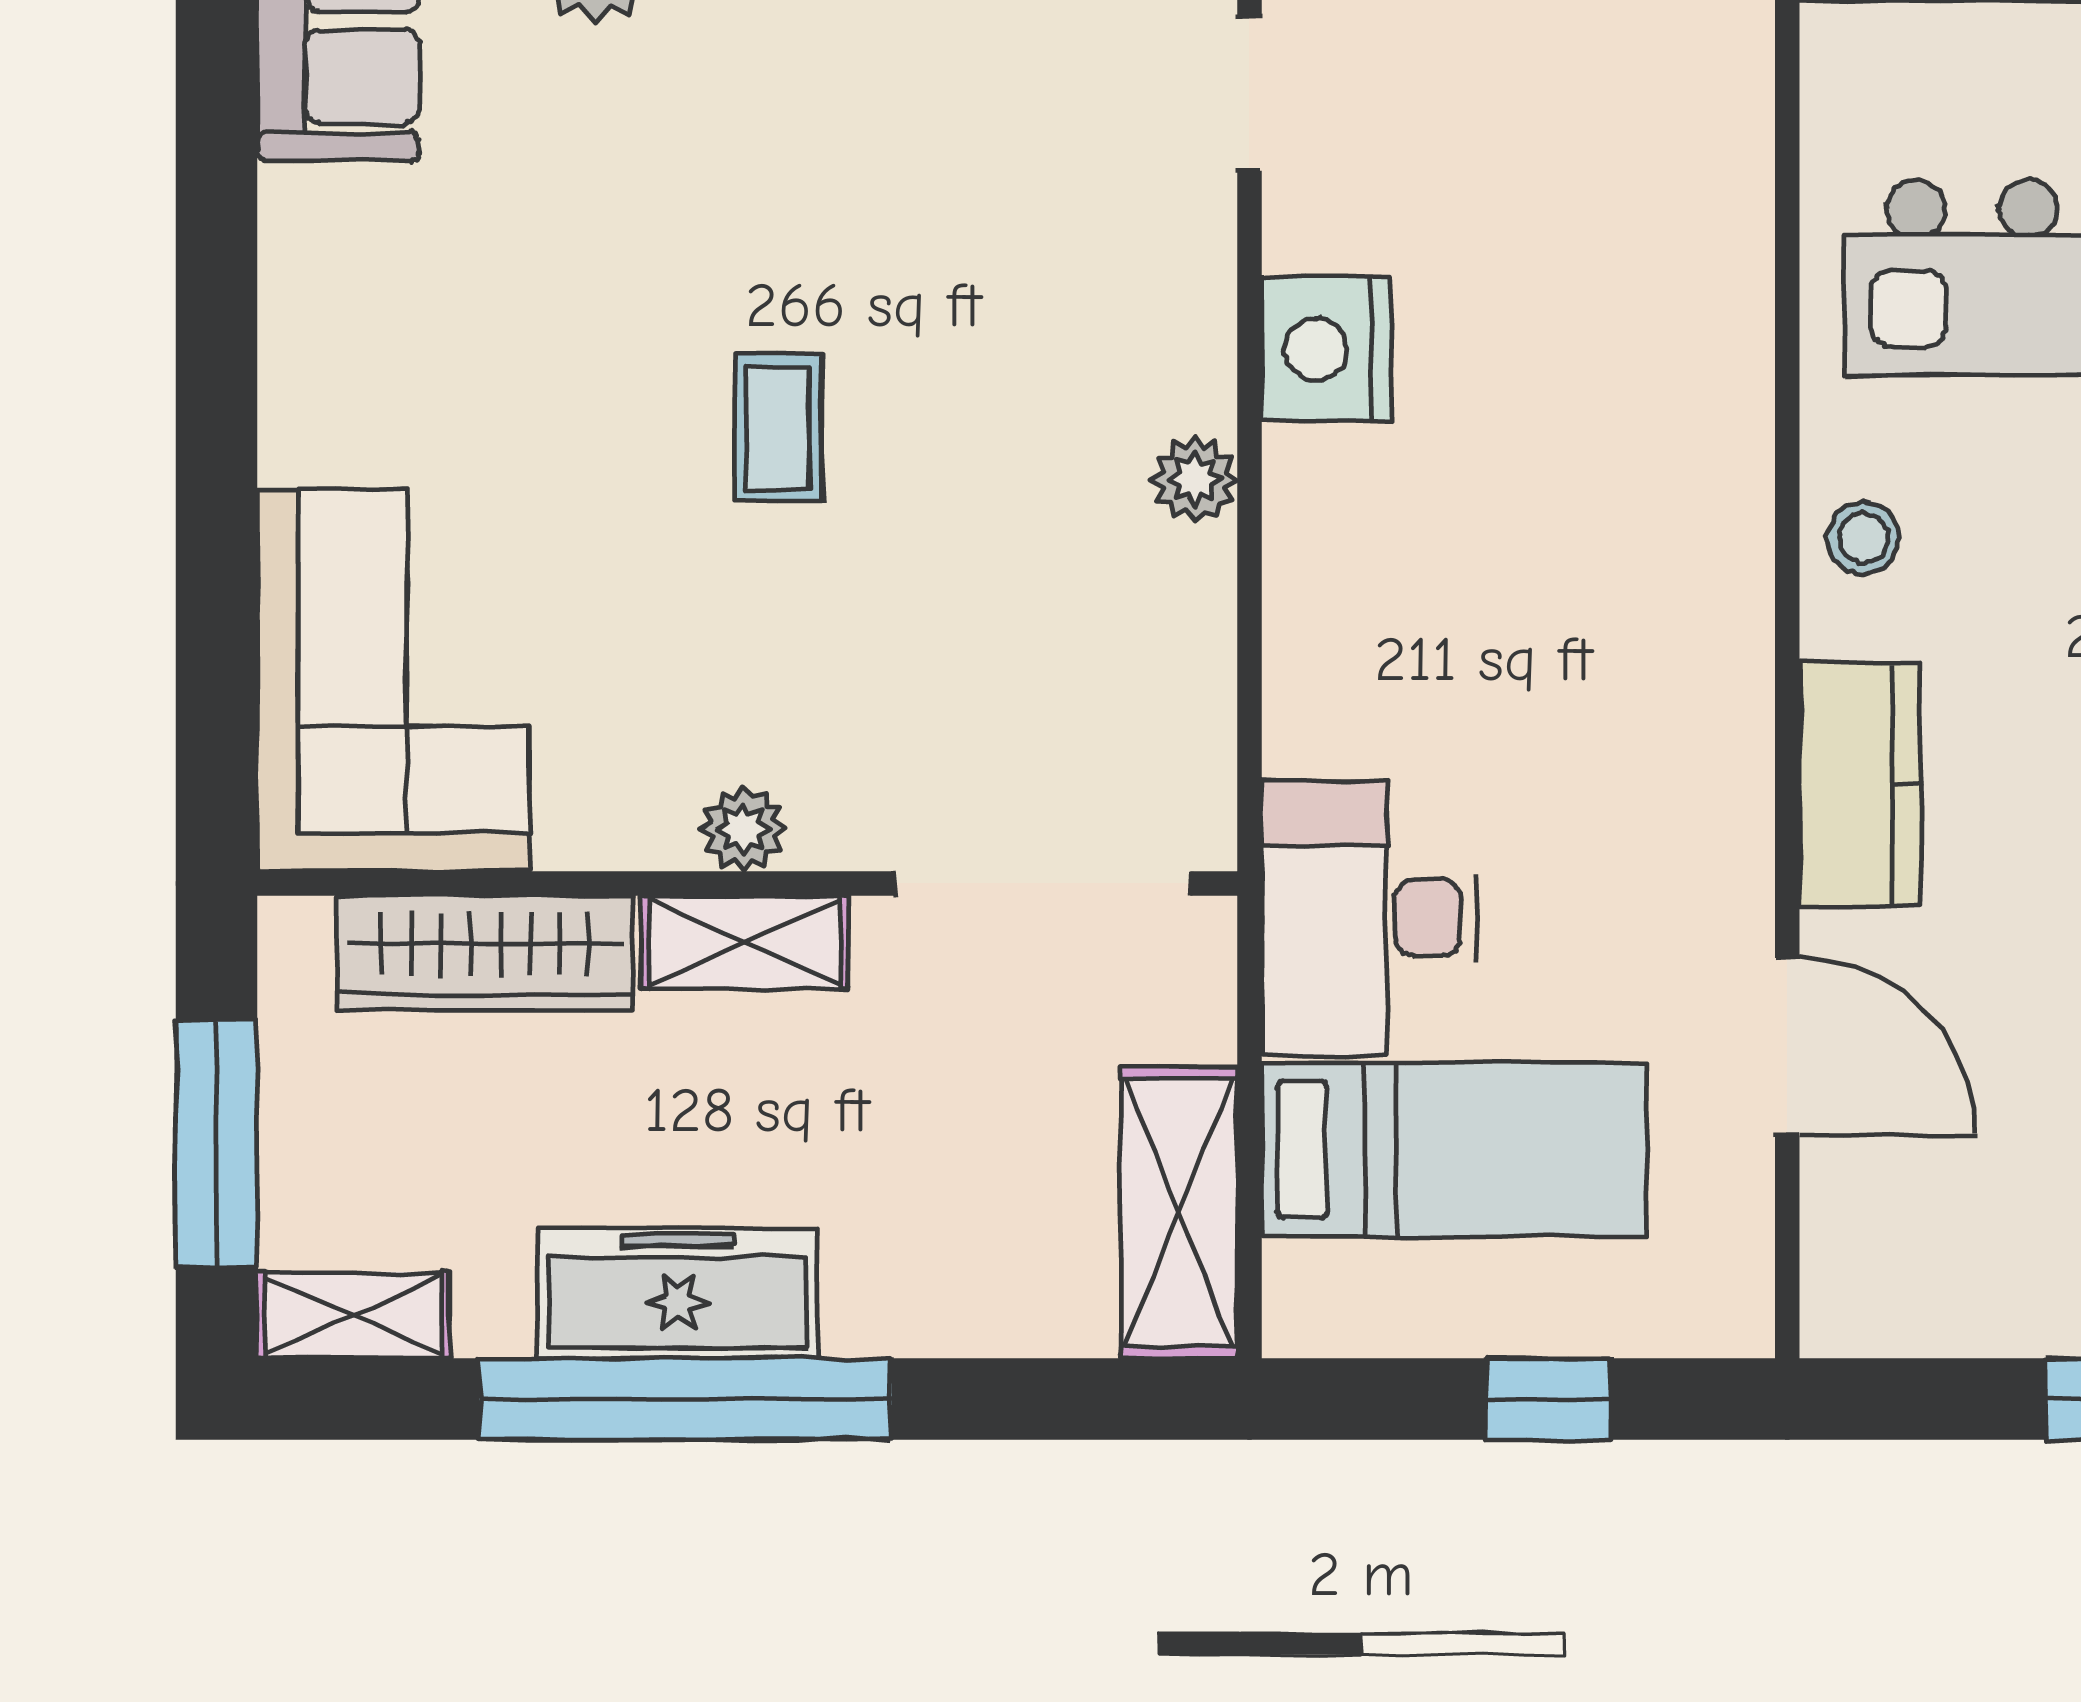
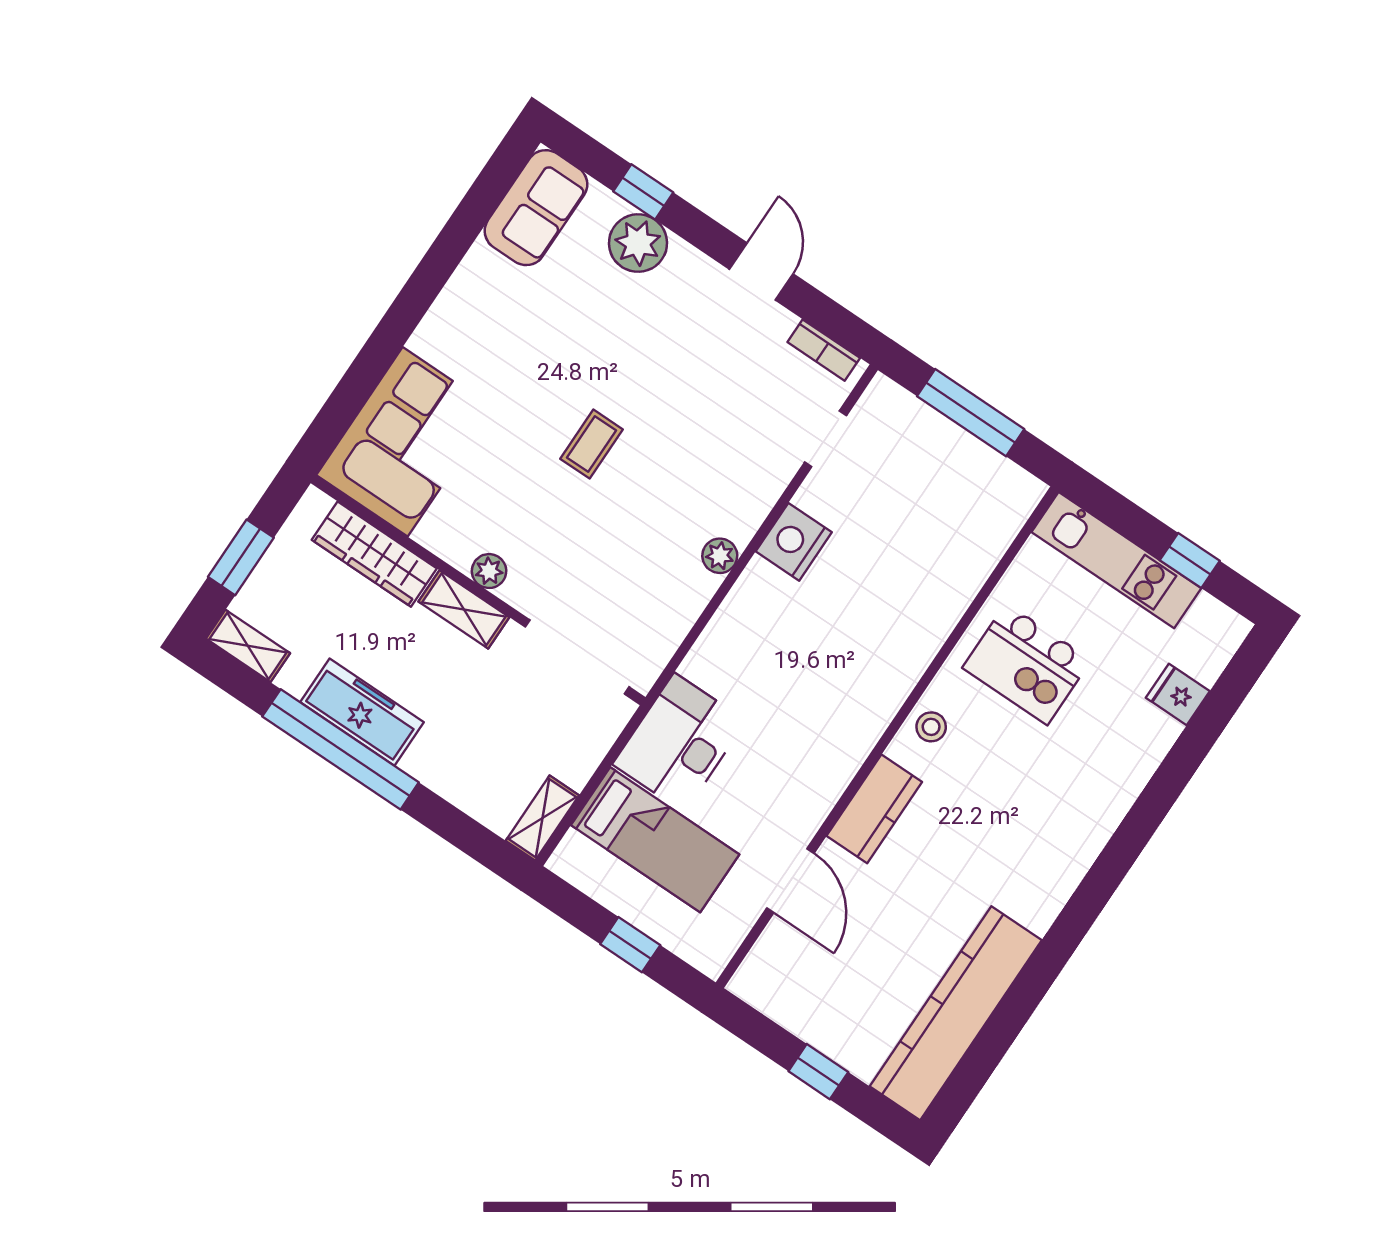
window: (216, 1144) -> (241, 557), width x0.69
shelving: (1179, 1212) -> (542, 818), width x0.67, depth x0.75

